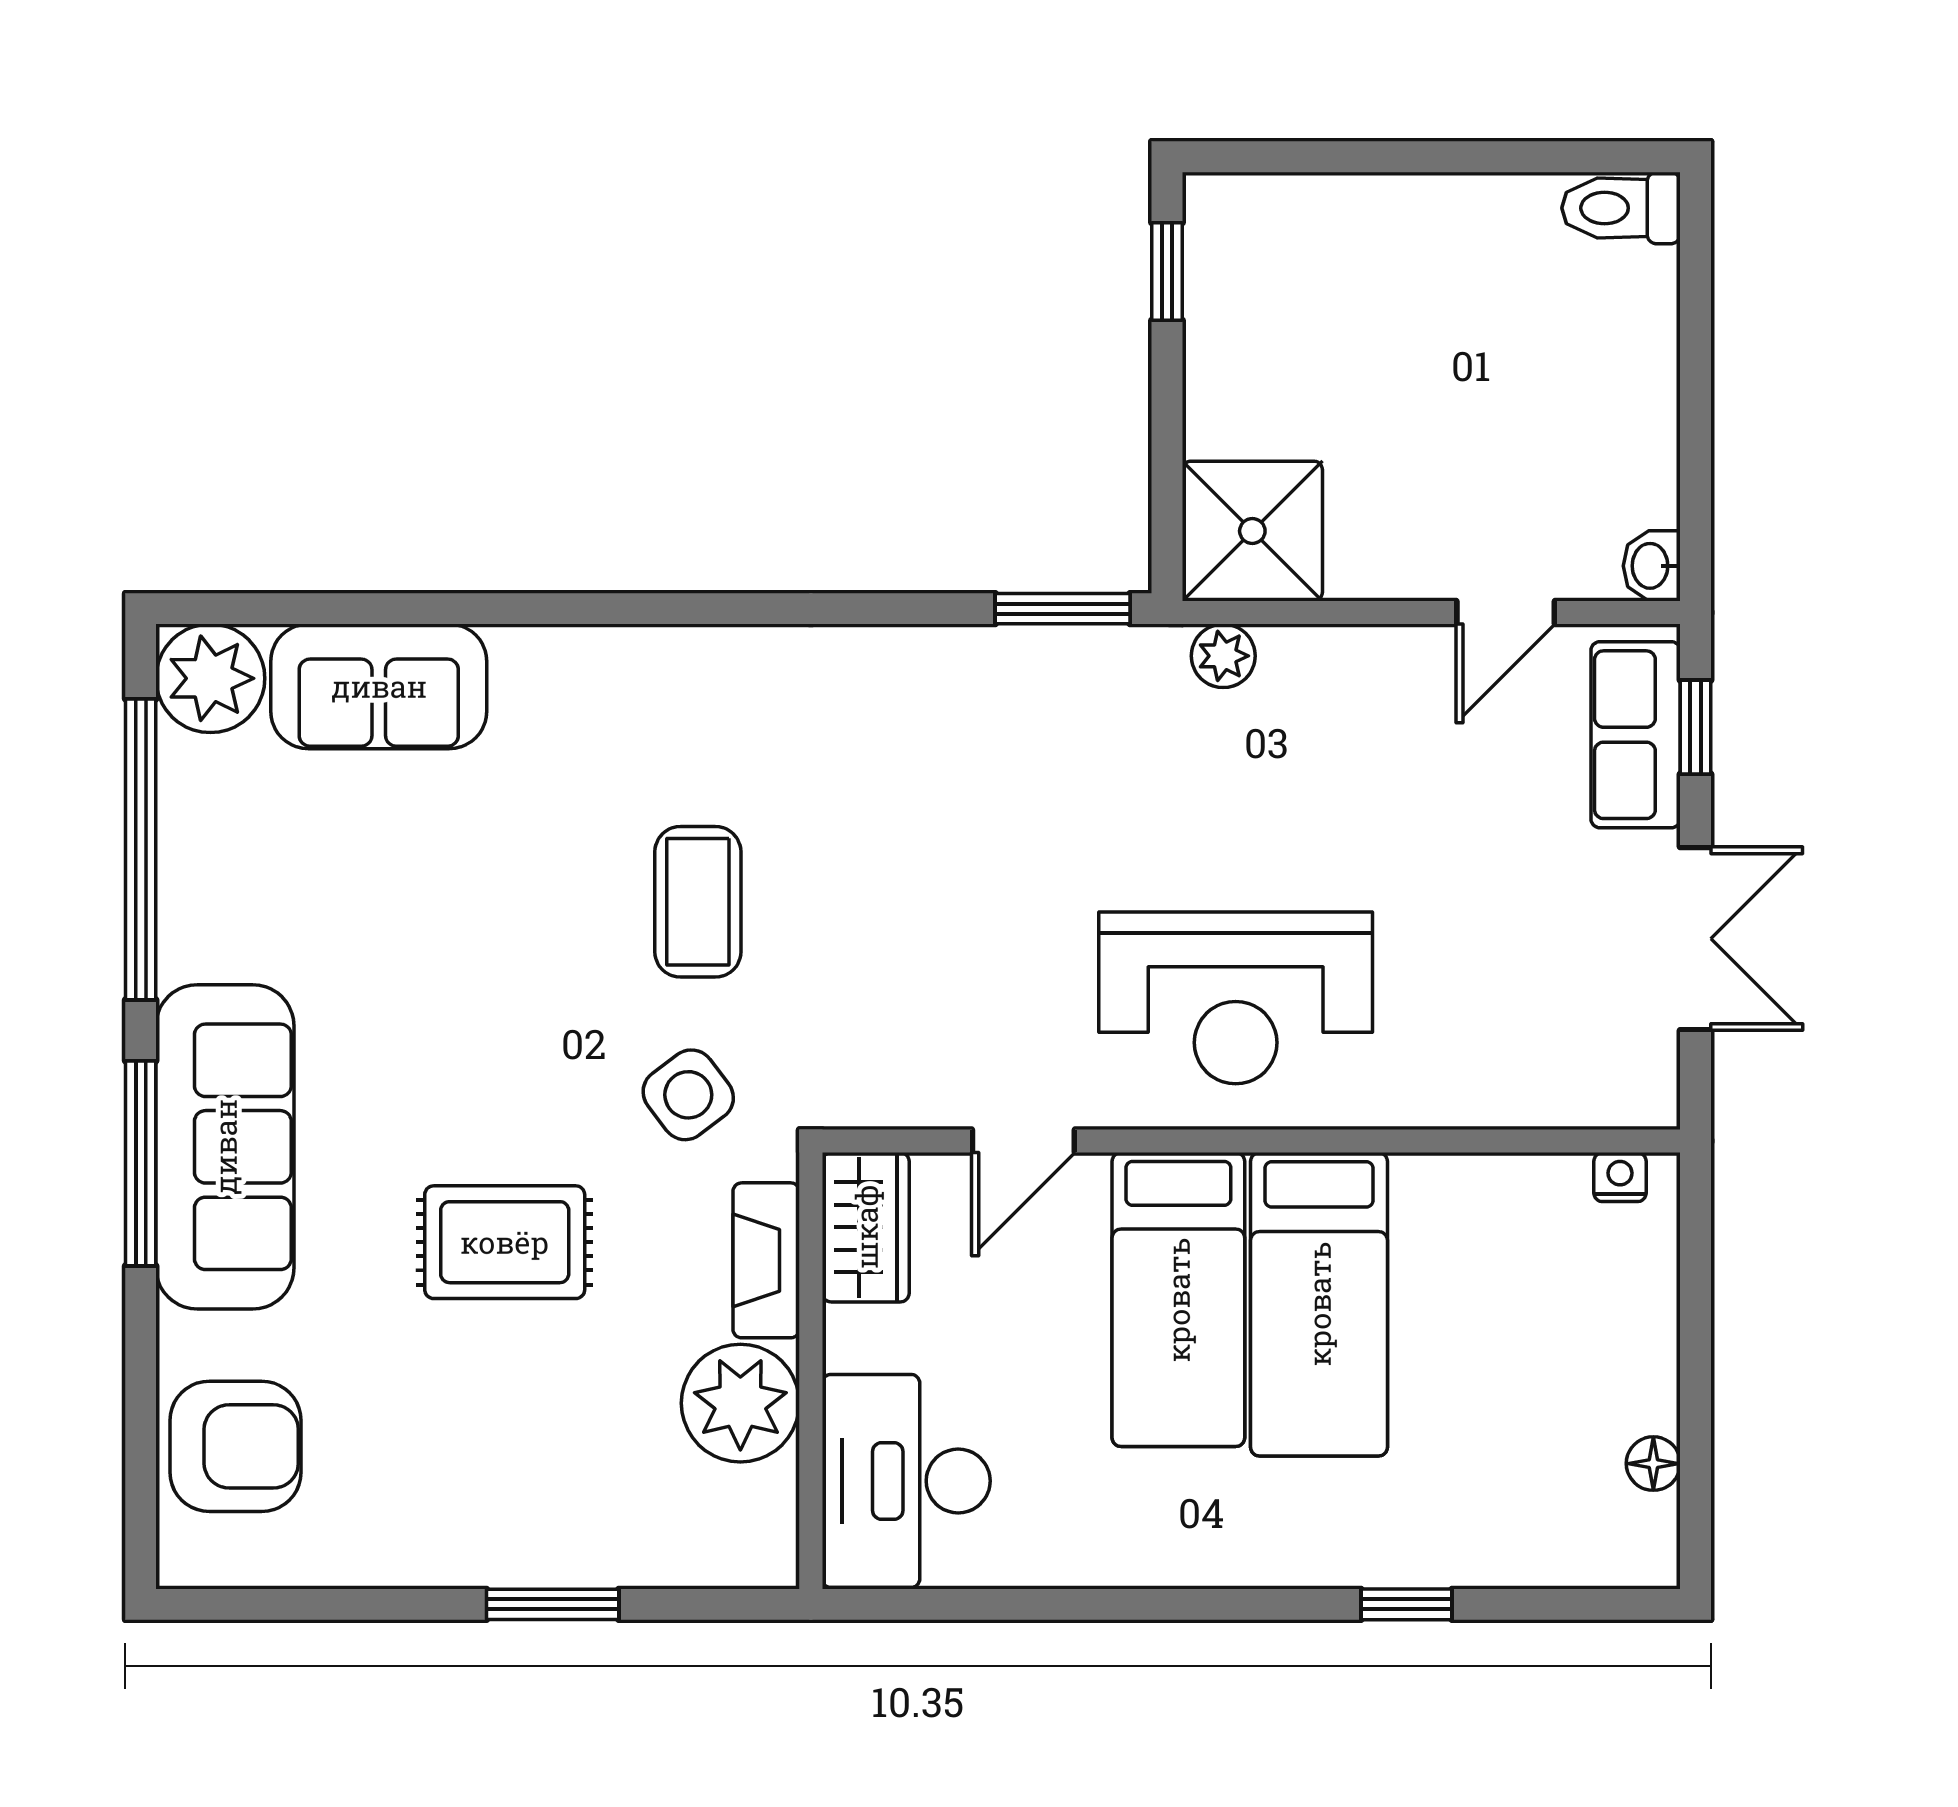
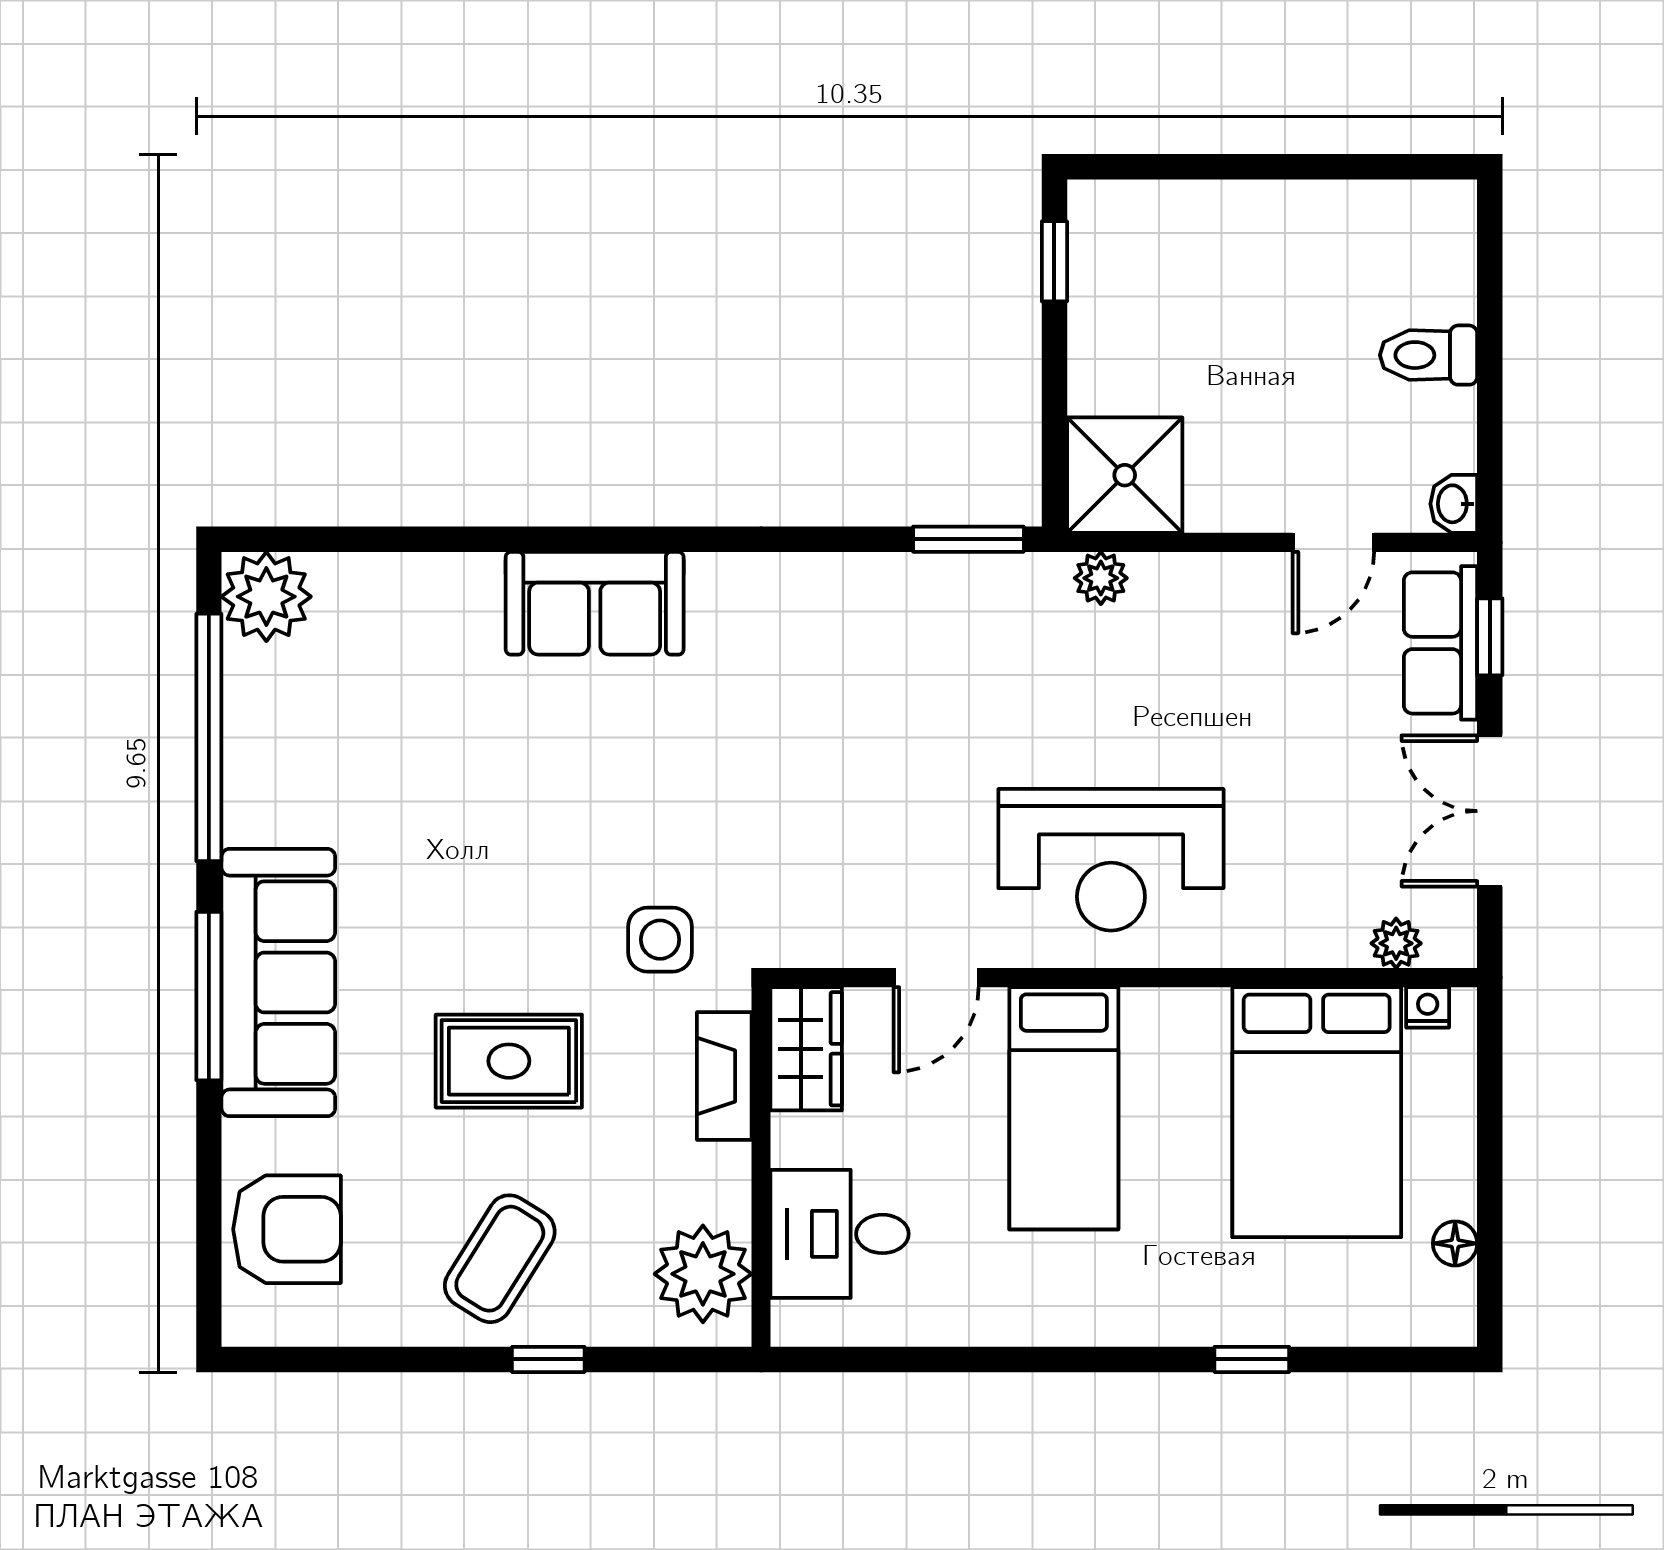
toilet: (1621, 208) -> (1429, 355), moved
sofa: (379, 686) -> (595, 603), moved
coffee table: (698, 902) -> (500, 1259), moved, turned 32
double door: (1695, 939) -> (1490, 811), swing flipped
side table: (688, 1095) -> (660, 940), turned 37
plant: (1582, 1099) -> (1396, 943), added
bed: (1319, 1304) -> (1317, 1112), moved, width x1.50
plant: (740, 1403) -> (703, 1274), moved
desk: (906, 1481) -> (840, 1234), width x0.73
window: (553, 1604) -> (548, 1359), width x0.67

